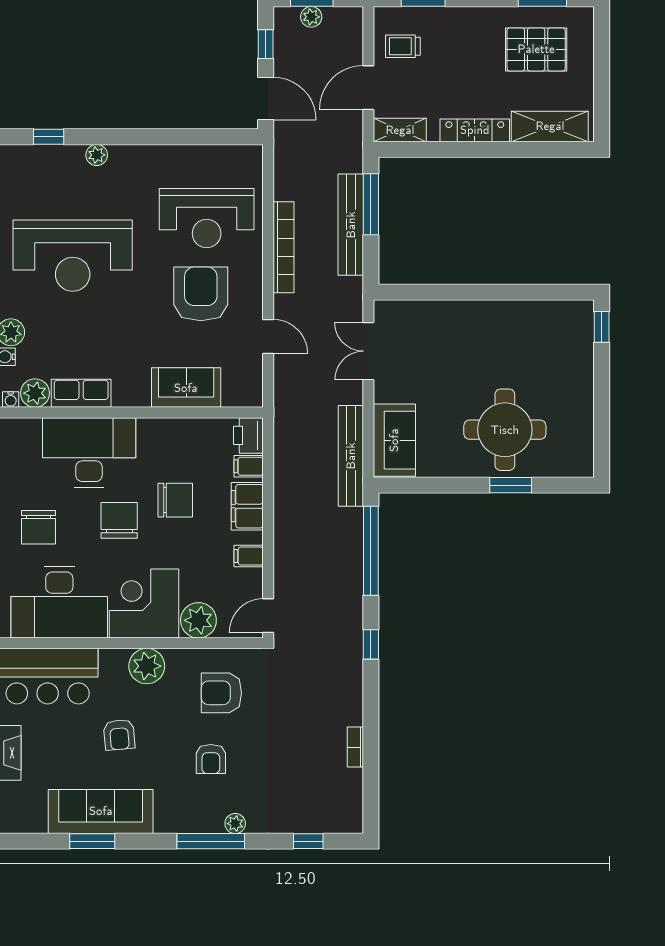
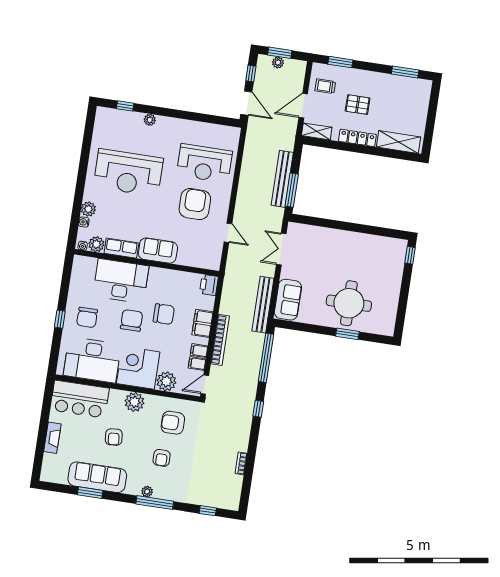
pallet: (536, 49) -> (358, 105), moved, width x0.67, depth x0.71
window: (371, 204) -> (292, 190), moved
bookcase: (284, 247) -> (220, 340), moved
sofa: (186, 388) -> (158, 251), moved
filing cabinet: (249, 466) -> (197, 364), moved
plant: (235, 824) -> (147, 492), moved

